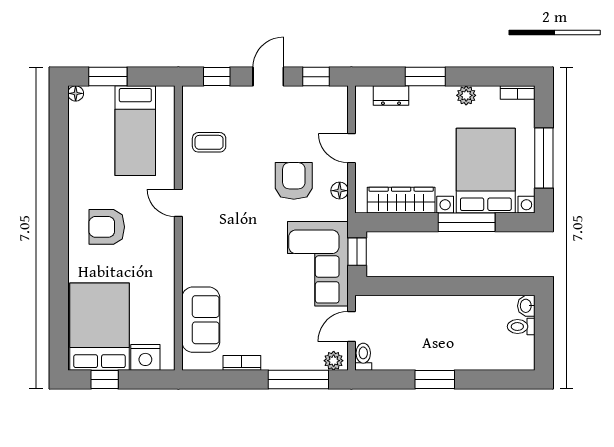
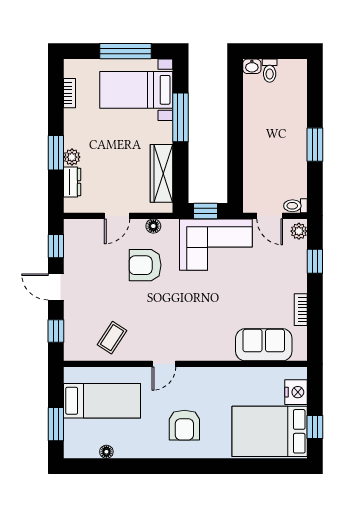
floor lamp: (76, 93) -> (106, 452), moved
bookcase: (518, 93) -> (69, 93), moved
plant: (466, 95) -> (72, 157), moved
coffee table: (209, 142) -> (112, 338), turned 33
bed with nightstands: (486, 171) -> (136, 90), width x0.73
window: (298, 379) -> (315, 261), width x0.46

